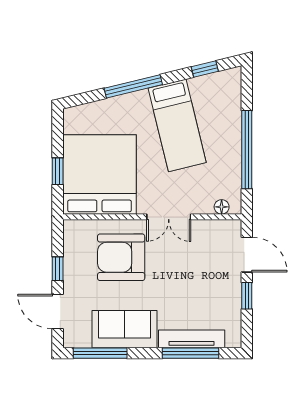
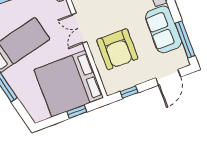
double door: (169, 217) -> (79, 28), swing flipped
window: (58, 269) -> (129, 92), moved

